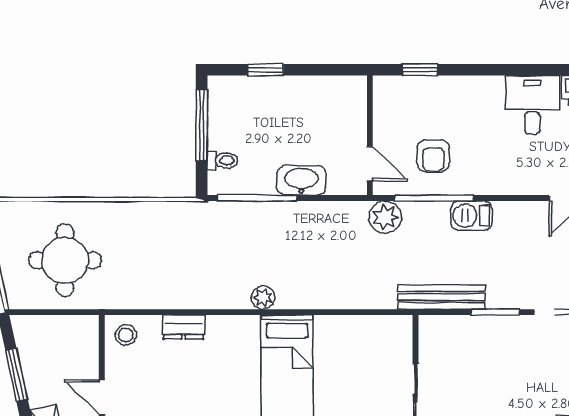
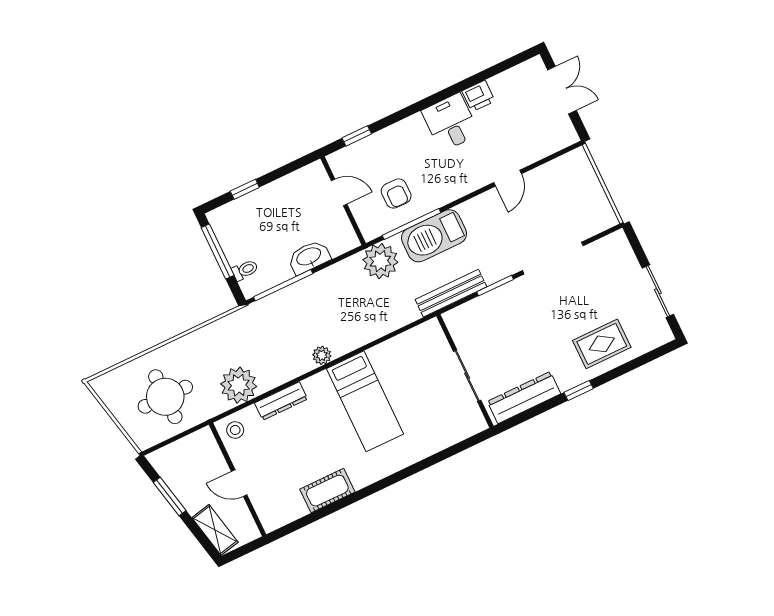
door: (370, 164) -> (339, 192), moved
barbecue: (471, 216) -> (434, 236), width x1.88, depth x1.53
plant: (385, 217) -> (380, 261), width x1.36, depth x1.36
plant: (154, 287) -> (239, 385), added
dresser: (183, 327) -> (281, 401), width x1.44

